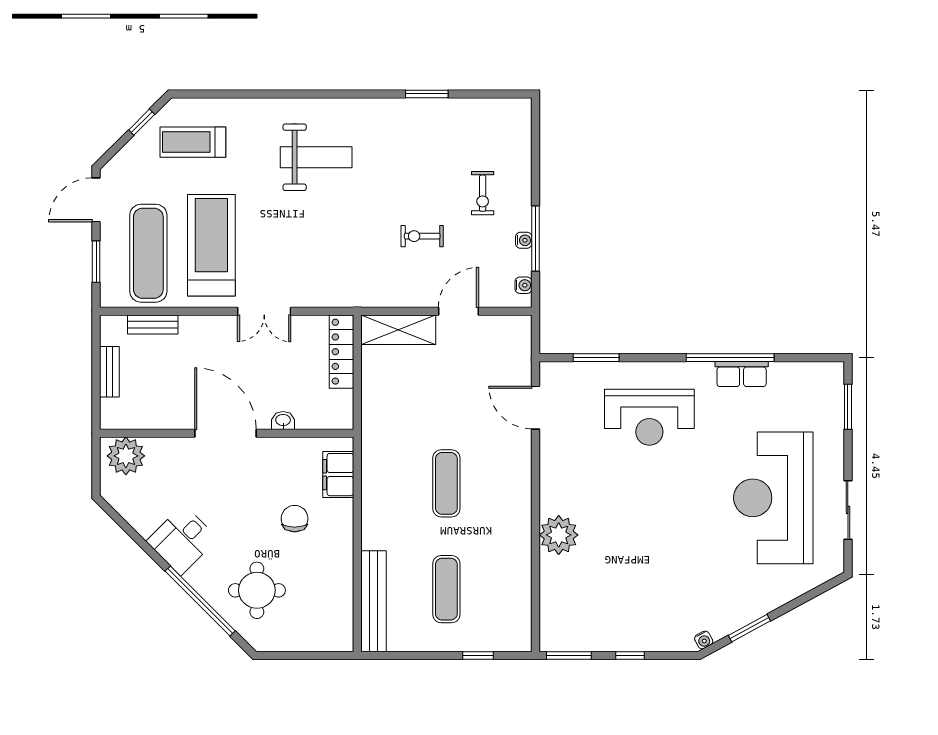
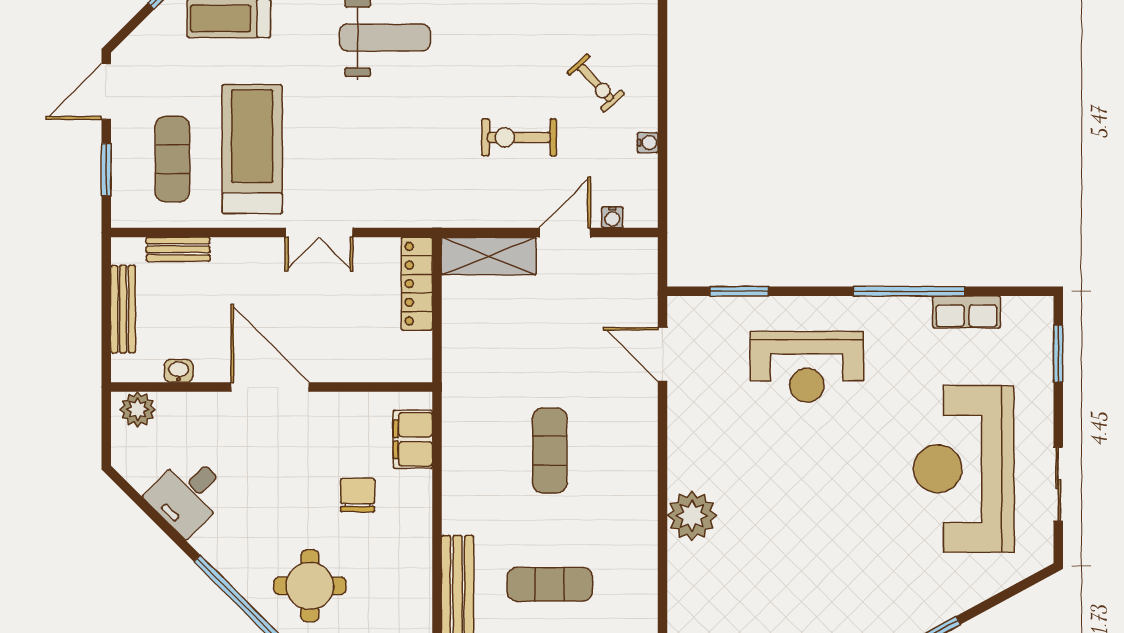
exercise bike: (483, 193) -> (596, 83), turned -43
exercise bike: (422, 236) -> (519, 137), width x1.38, depth x1.39
window: (535, 238) -> (663, 140), removed
exercise mat: (148, 253) -> (172, 159), width x0.73, depth x0.69
water cooler: (523, 285) -> (612, 217), moved, turned 90
bench: (109, 372) -> (123, 309), width x1.36
row of seats: (742, 374) -> (967, 312), moved
washbasin: (283, 421) -> (179, 371), moved
plant: (126, 456) -> (138, 409), width x0.73, depth x0.73
desk: (182, 540) -> (188, 495), moved
exercise mat: (446, 589) -> (550, 584), turned 90

